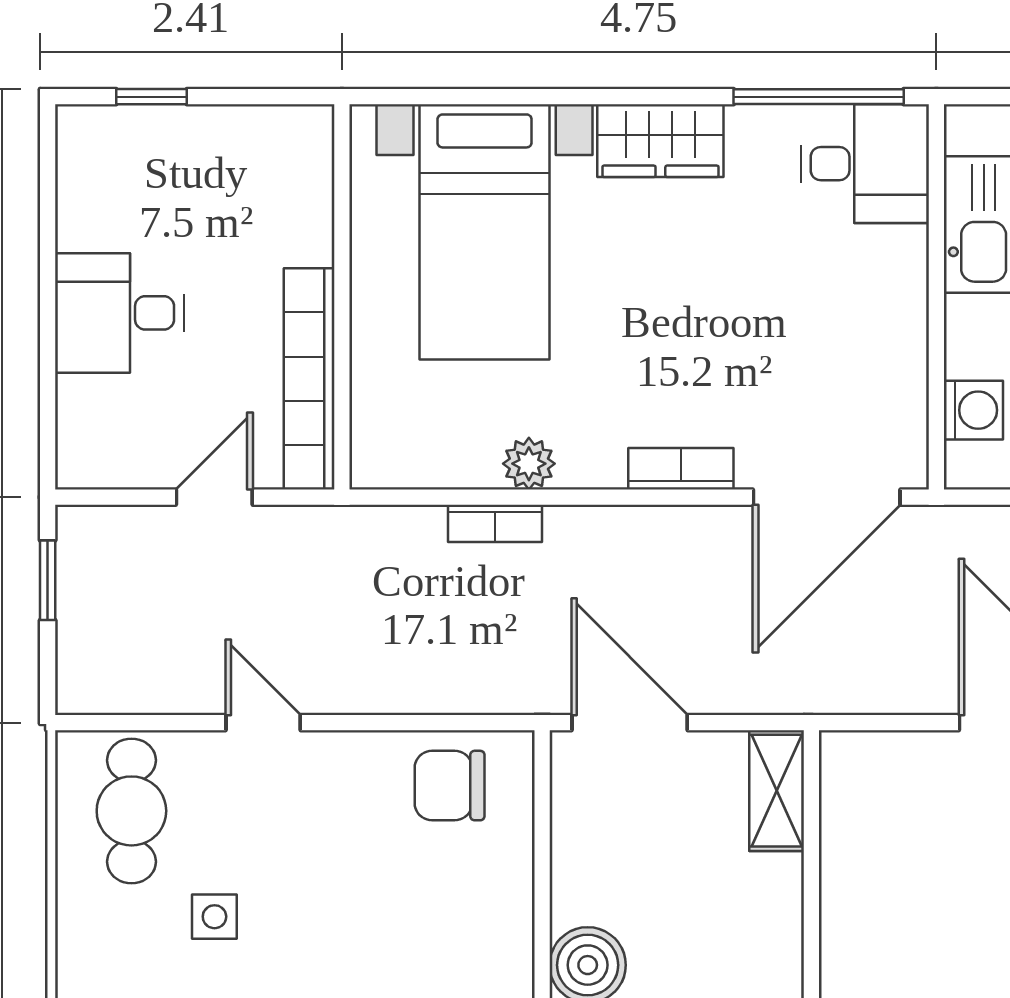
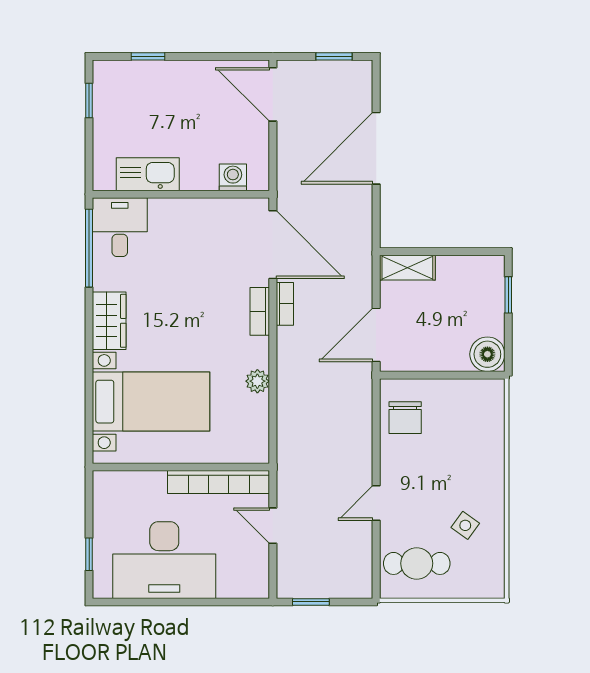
desk: (120, 313) -> (164, 560), width x1.87, depth x1.30
bookcase: (495, 523) -> (285, 304), moved
side table: (214, 917) -> (465, 525), turned 36

